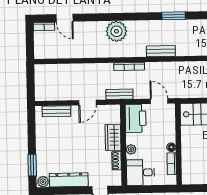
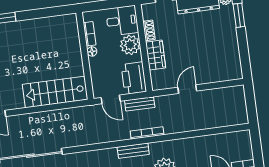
bench: (161, 51) -> (133, 151), moved
bench: (119, 94) -> (140, 104), moved
bench: (56, 111) -> (219, 76), removed
plant: (131, 149) -> (130, 45), width x1.88, depth x1.88

